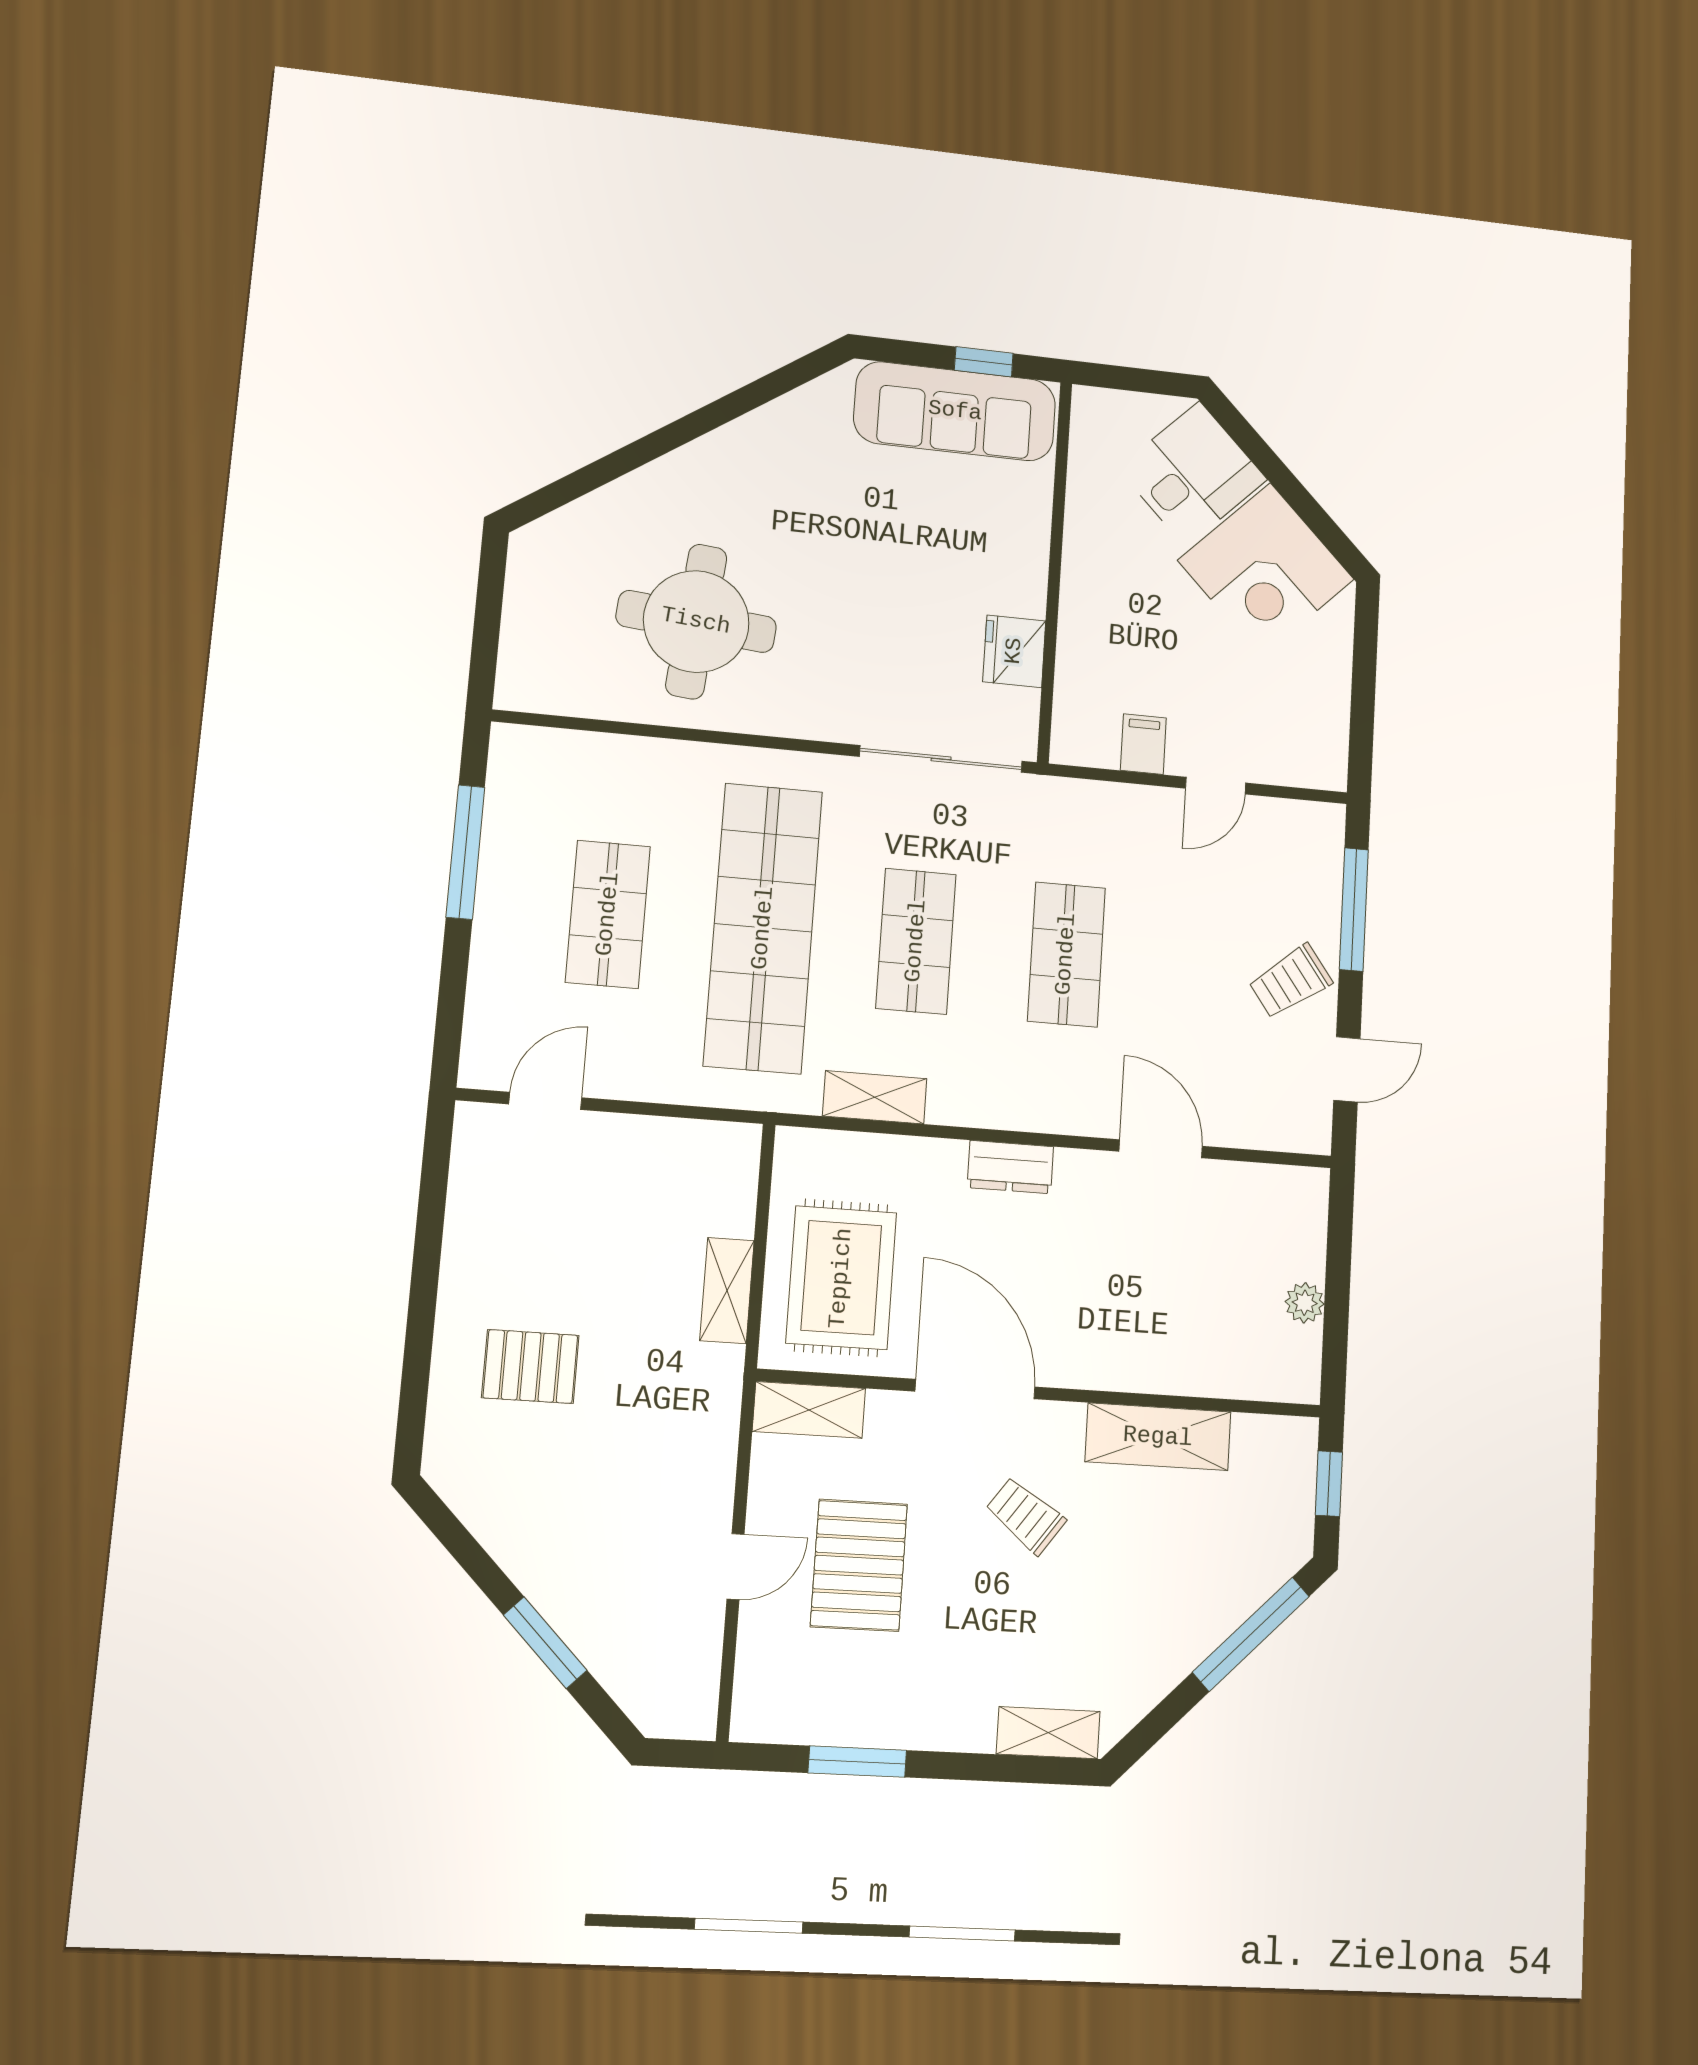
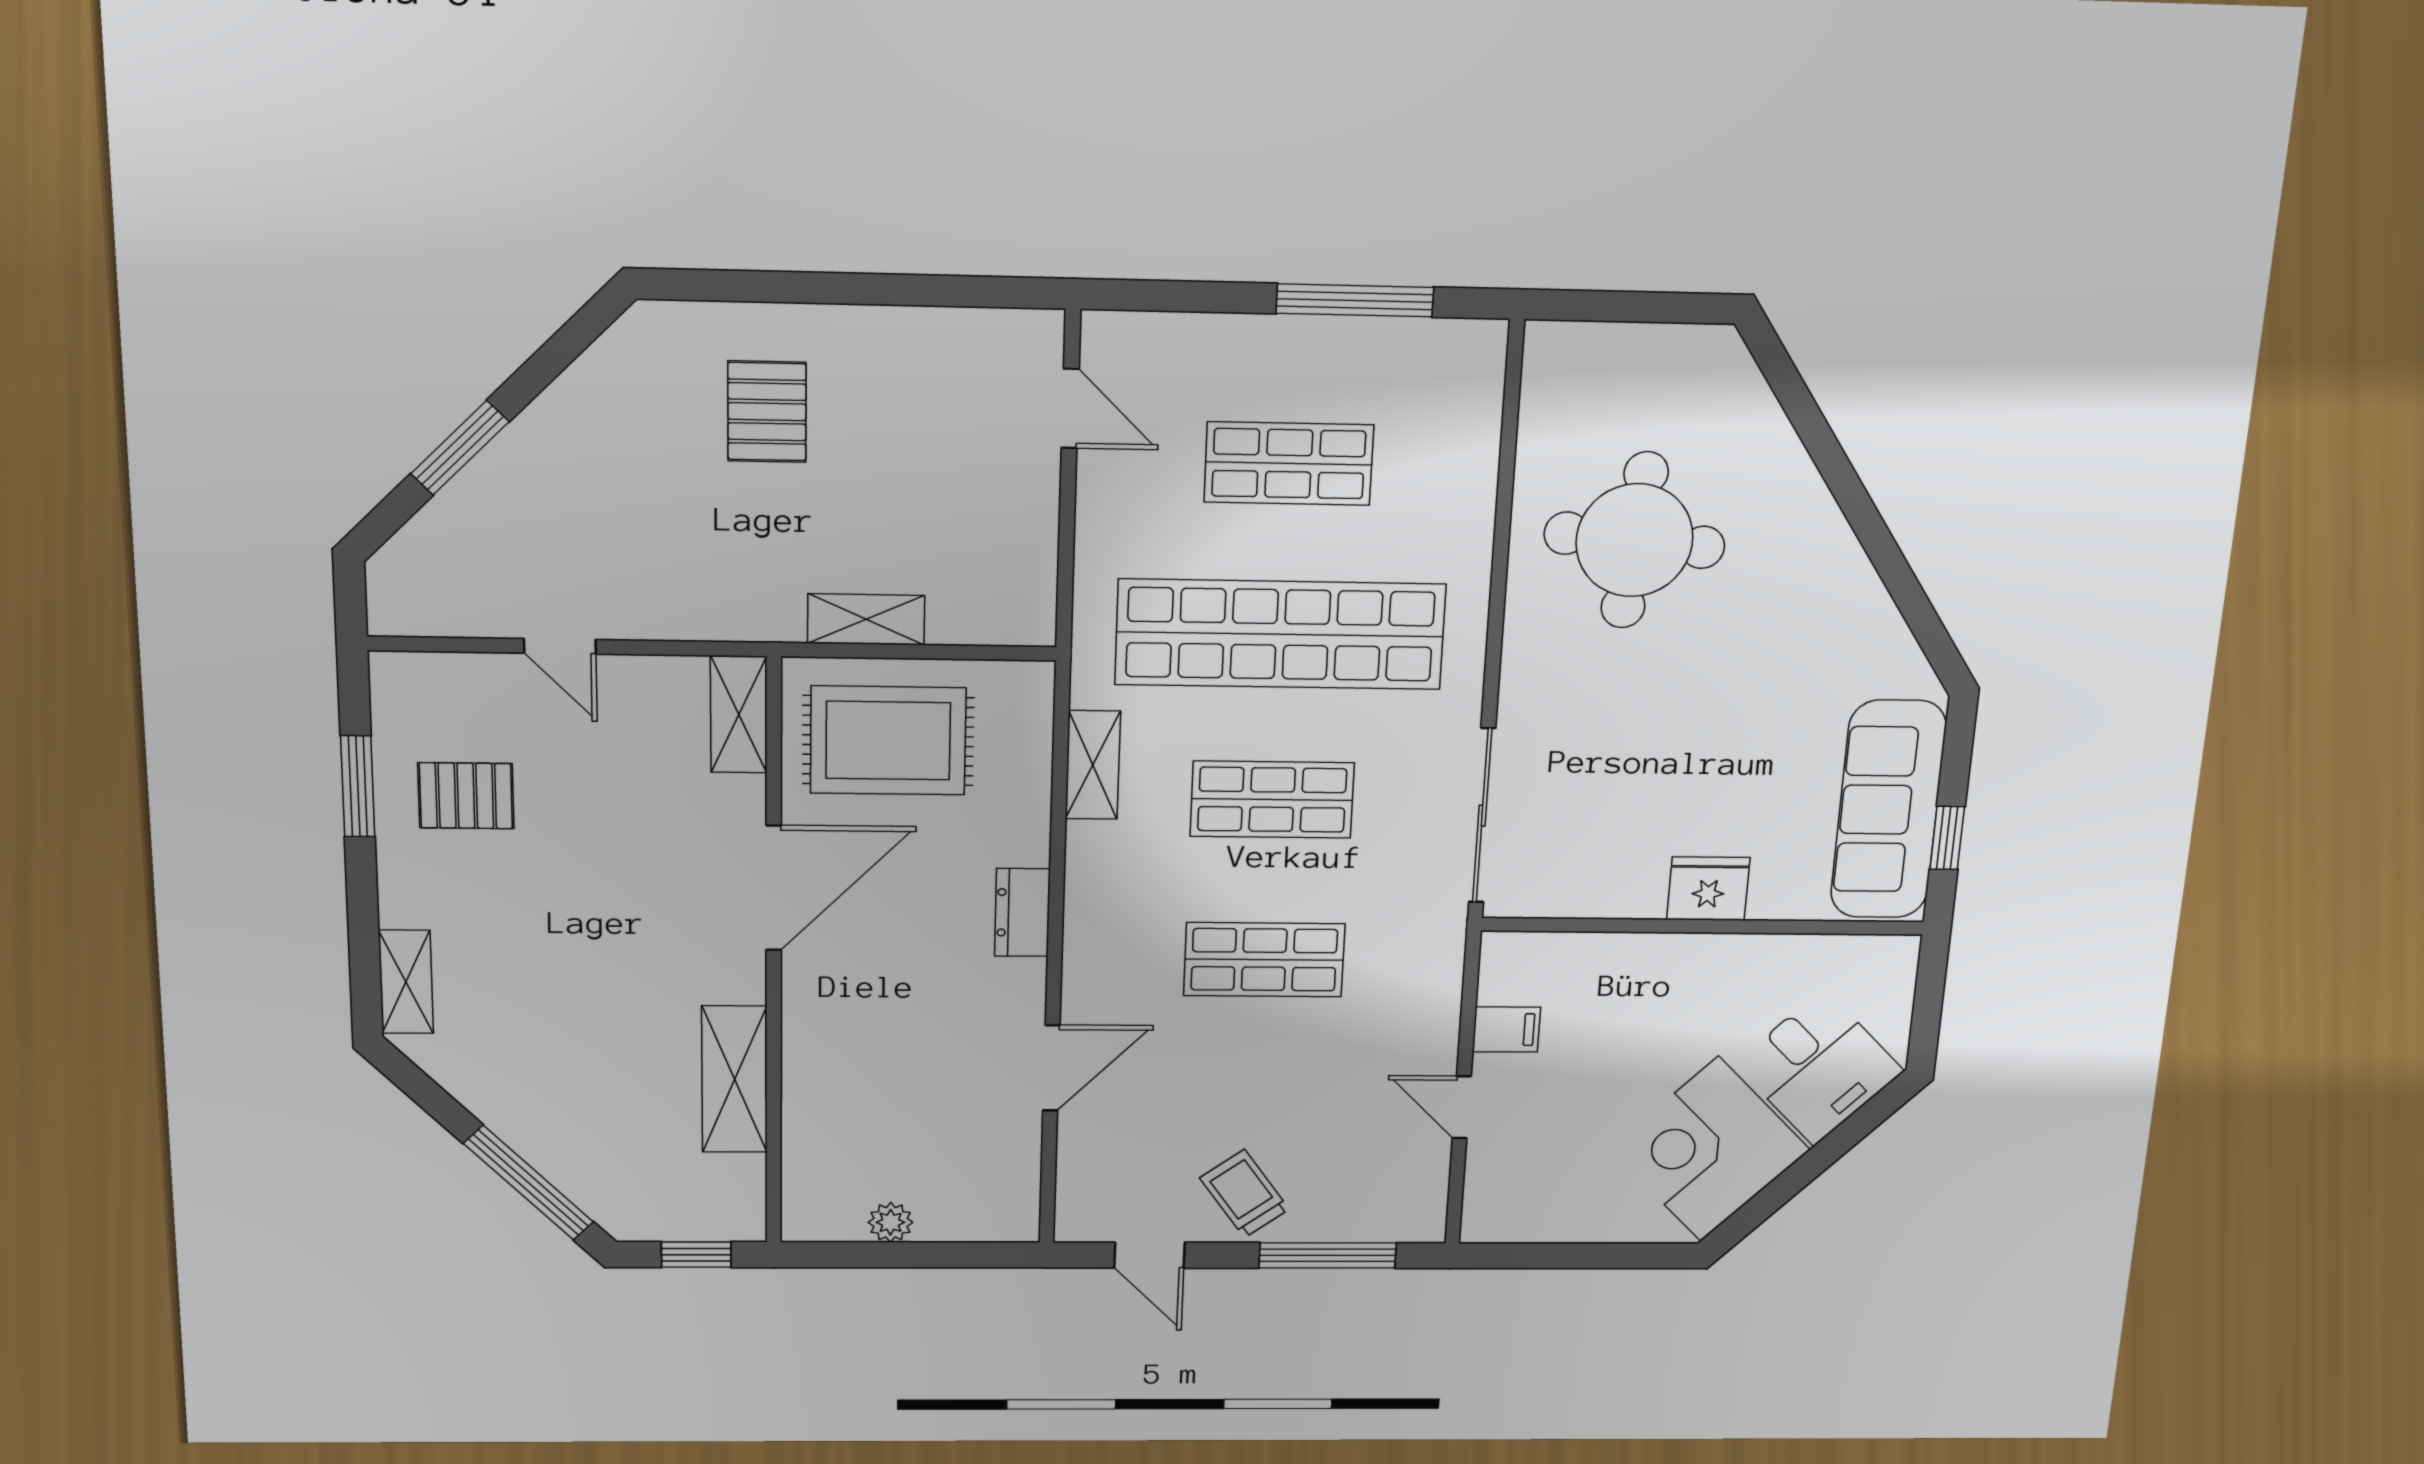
fridge: (1014, 651) -> (1708, 889), moved
trolley: (1026, 1516) -> (639, 947), removed
pallet: (859, 1565) -> (466, 796), moved, width x0.67, depth x0.71

